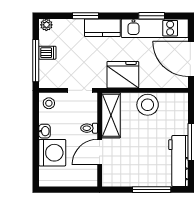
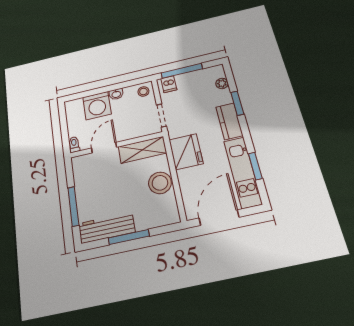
plant: (46, 25) -> (222, 83), moved
dishwasher: (47, 53) -> (169, 84), moved
toilet: (89, 128) -> (74, 144), moved
door: (100, 152) -> (104, 148), hinge flipped

